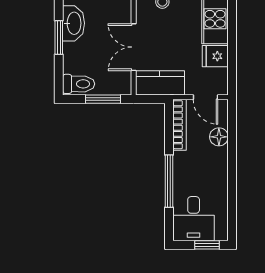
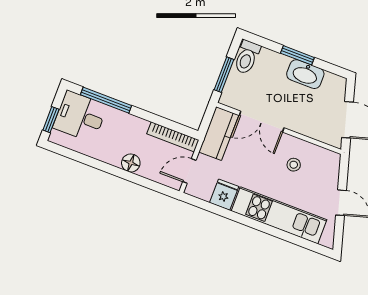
double door: (134, 47) -> (262, 122), swing flipped
floor lamp: (219, 137) -> (131, 163), moved
window: (169, 181) -> (106, 100), moved

